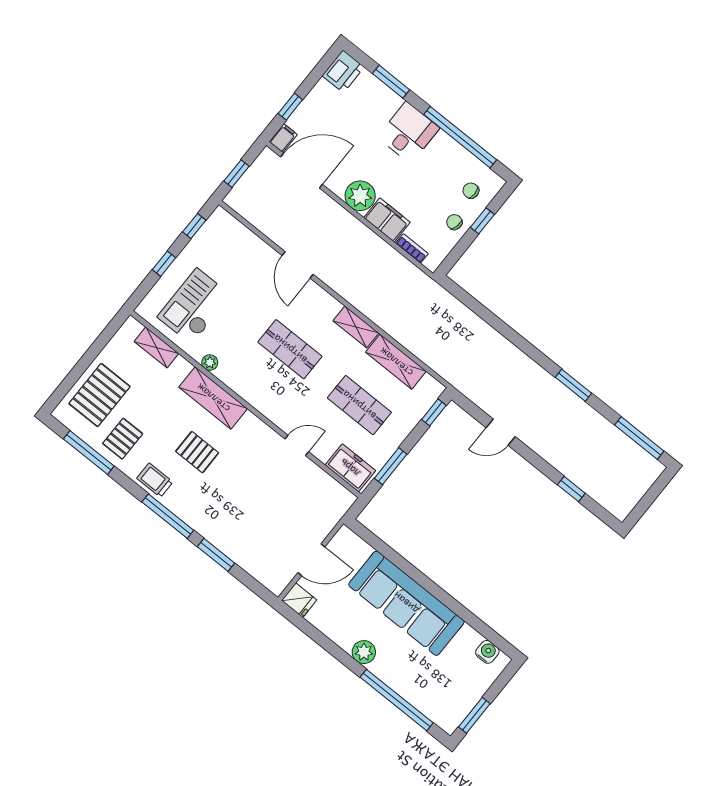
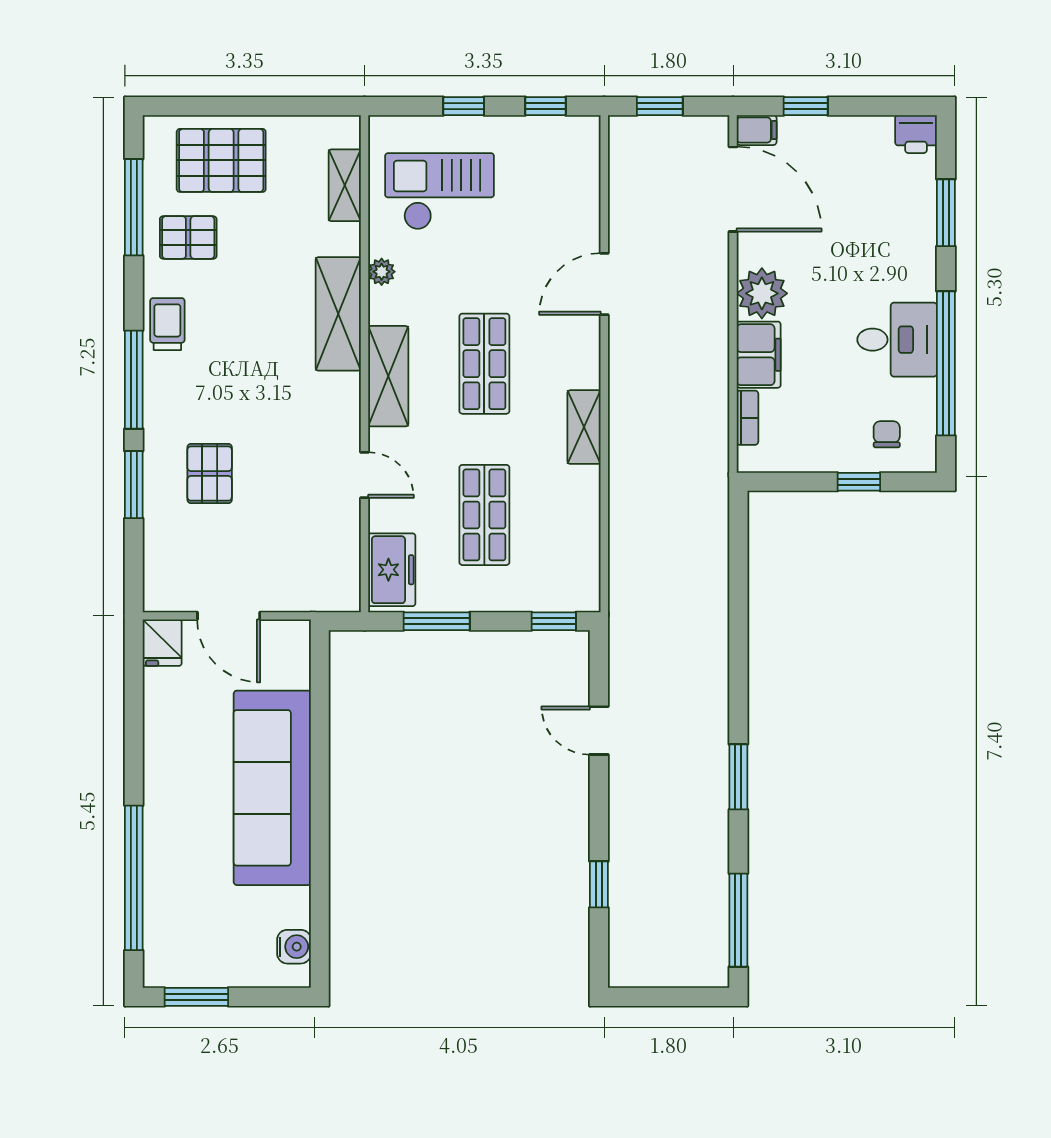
printer: (343, 71) -> (916, 134), width x0.73, depth x0.81
desk: (408, 132) -> (897, 340), moved
chair: (454, 222) -> (828, 446), removed
shelving: (396, 362) -> (388, 376), moved
pallet: (197, 452) -> (210, 474), moved
plant: (364, 652) -> (162, 783), removed

